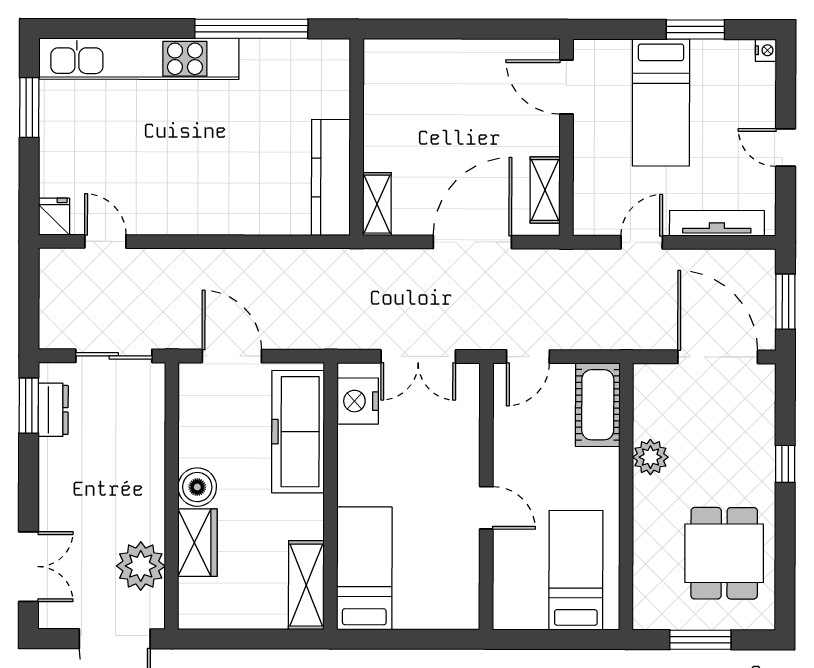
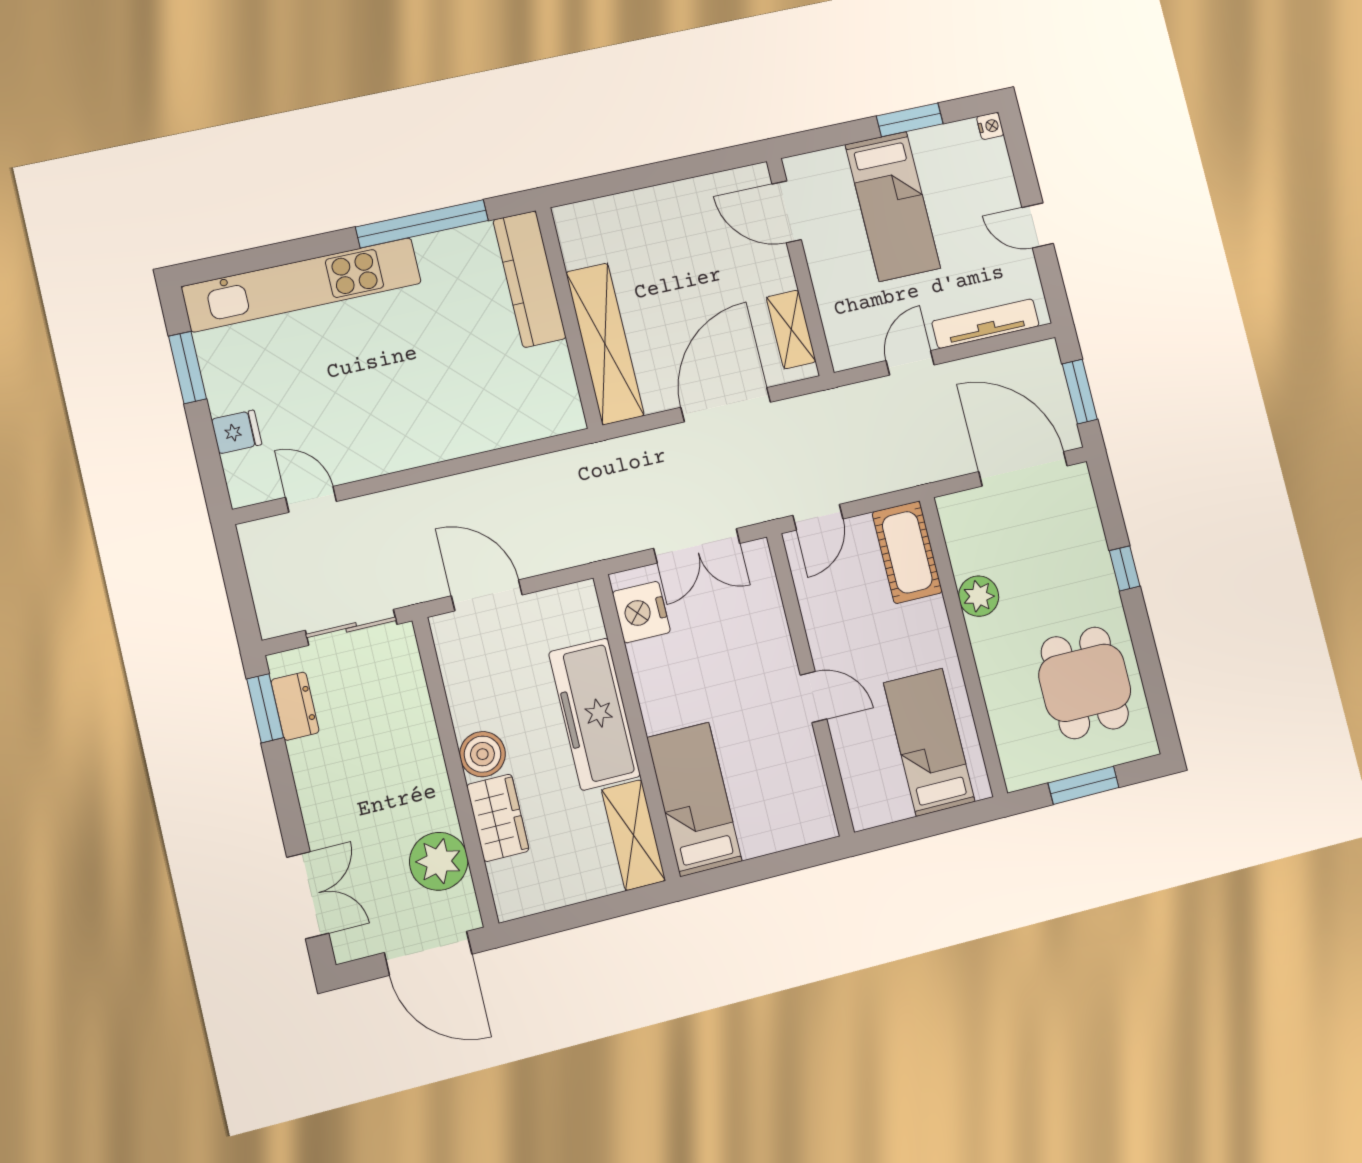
kitchen counter: (331, 177) -> (530, 279), moved
shelving: (377, 204) -> (605, 344), width x2.20, depth x1.33
fridge: (54, 217) -> (237, 432), moved, turned 90
freezer: (298, 432) -> (595, 714), moved

